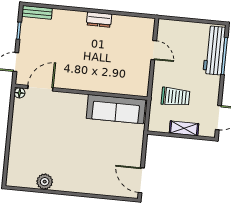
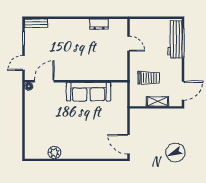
dresser: (99, 20) -> (99, 24), moved
sofa: (116, 109) -> (89, 92), moved

